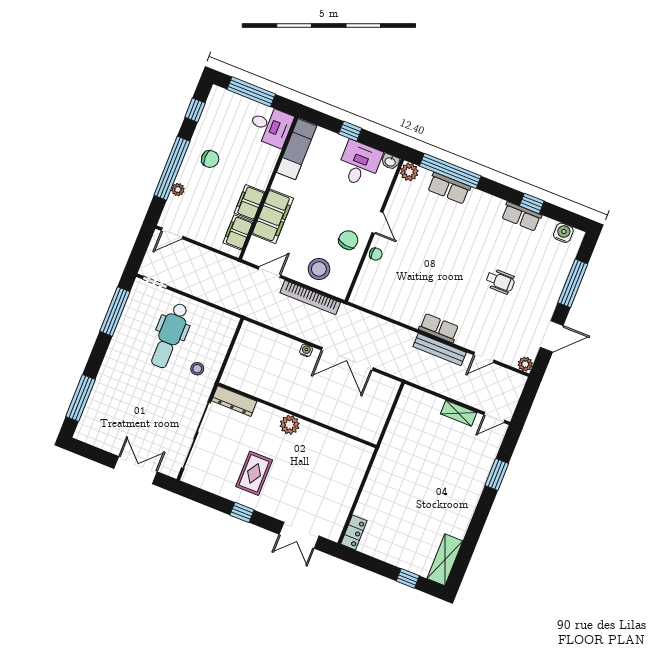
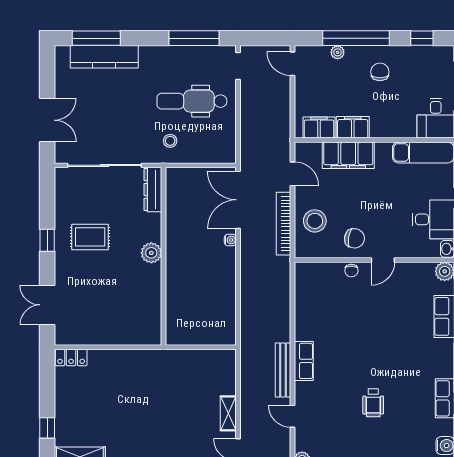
chair: (210, 159) -> (380, 72), turned 180
double door: (347, 359) -> (238, 200), moved
kitchen counter: (100, 397) -> (104, 57), added

